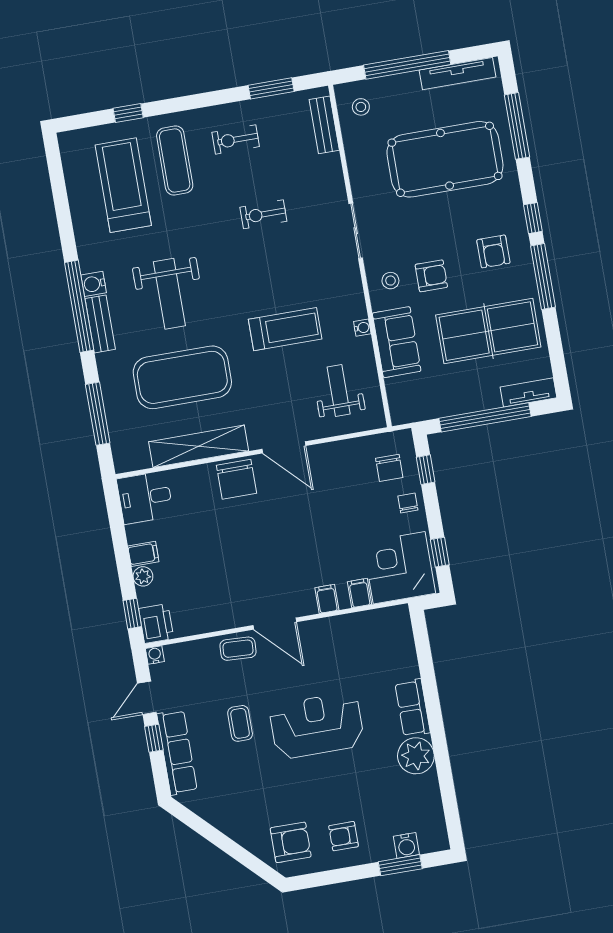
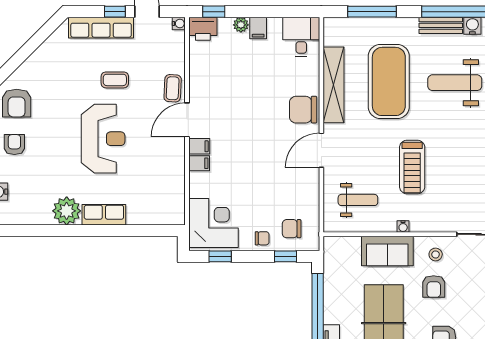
filing cabinet: (359, 593) -> (199, 146), moved

